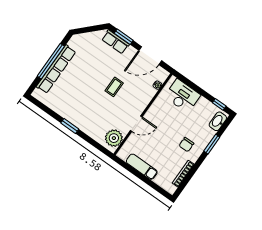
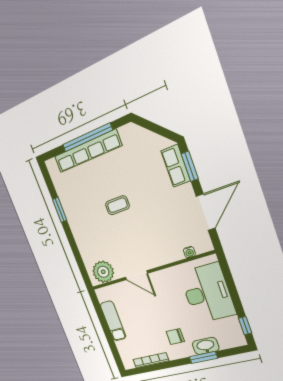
door: (150, 56) -> (206, 212), swing flipped
coffee table: (114, 87) -> (117, 205), moved
desk: (183, 96) -> (207, 293), width x1.36, depth x1.30
washbasin: (218, 121) -> (206, 346), moved
window: (70, 126) -> (60, 210), moved

